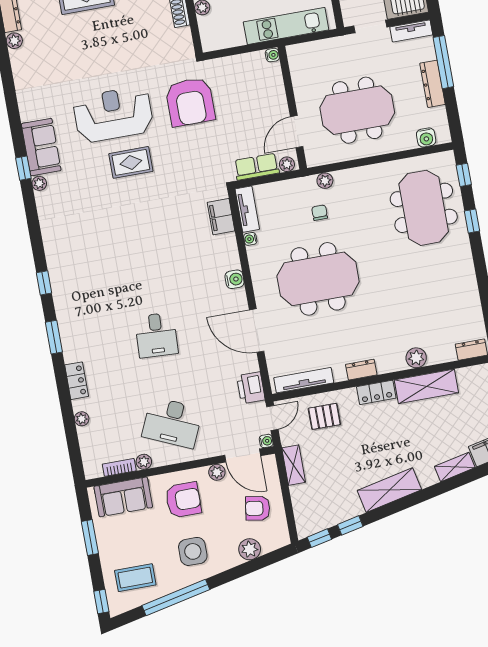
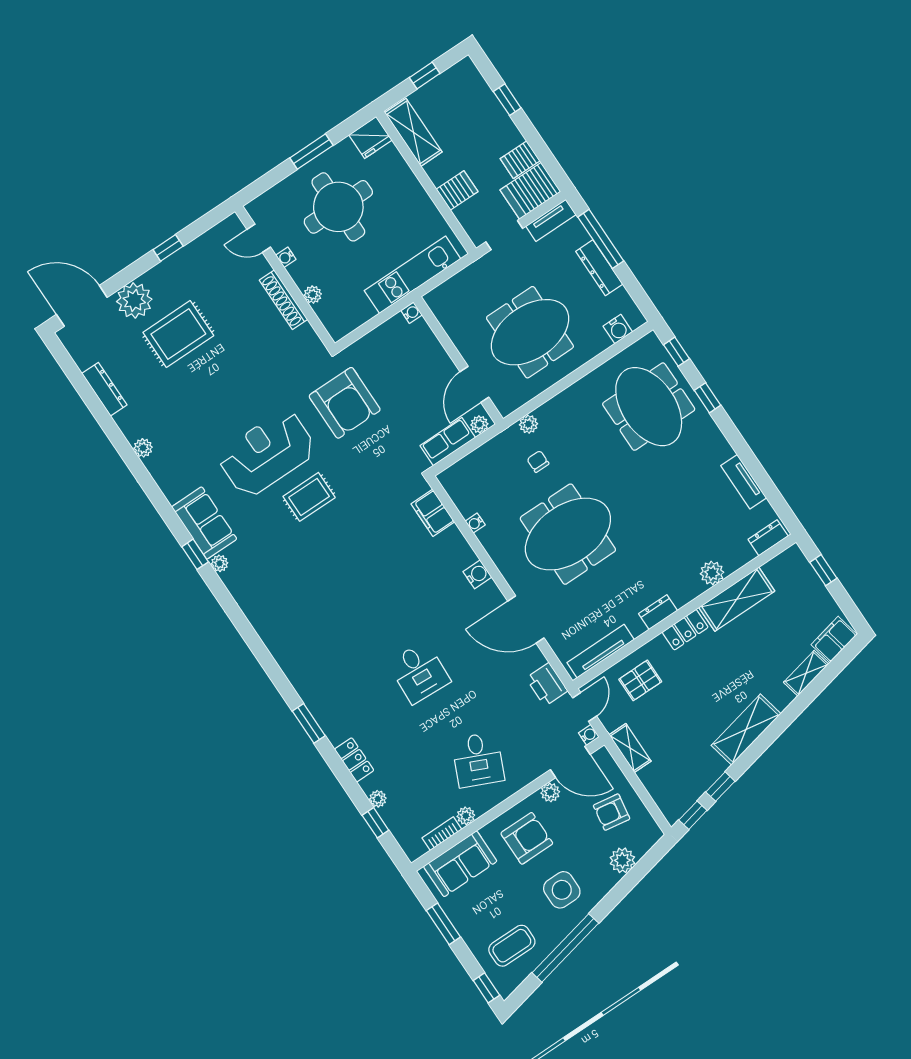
plant: (14, 41) -> (143, 448), moved
tv unit: (247, 209) -> (744, 482), moved, turned 180
window: (44, 283) -> (375, 823), moved
desk: (172, 423) -> (478, 760), width x0.73

